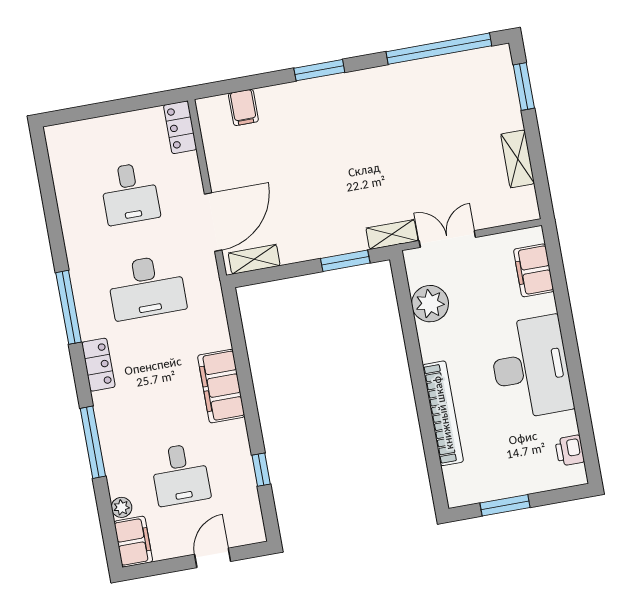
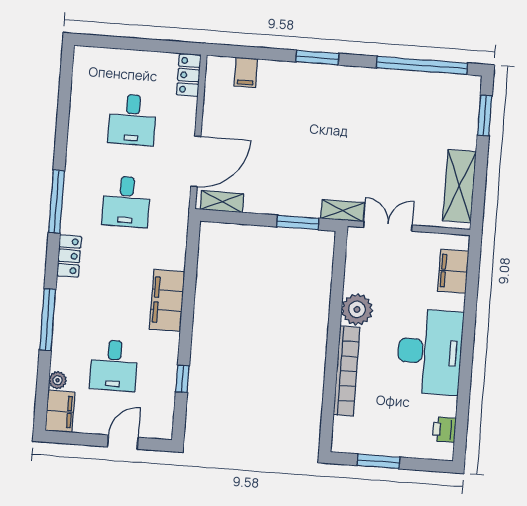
shelving: (518, 159) -> (459, 186), width x1.50, depth x1.33
desk: (147, 287) -> (126, 202), width x0.73
plant: (430, 304) -> (357, 309), moved

